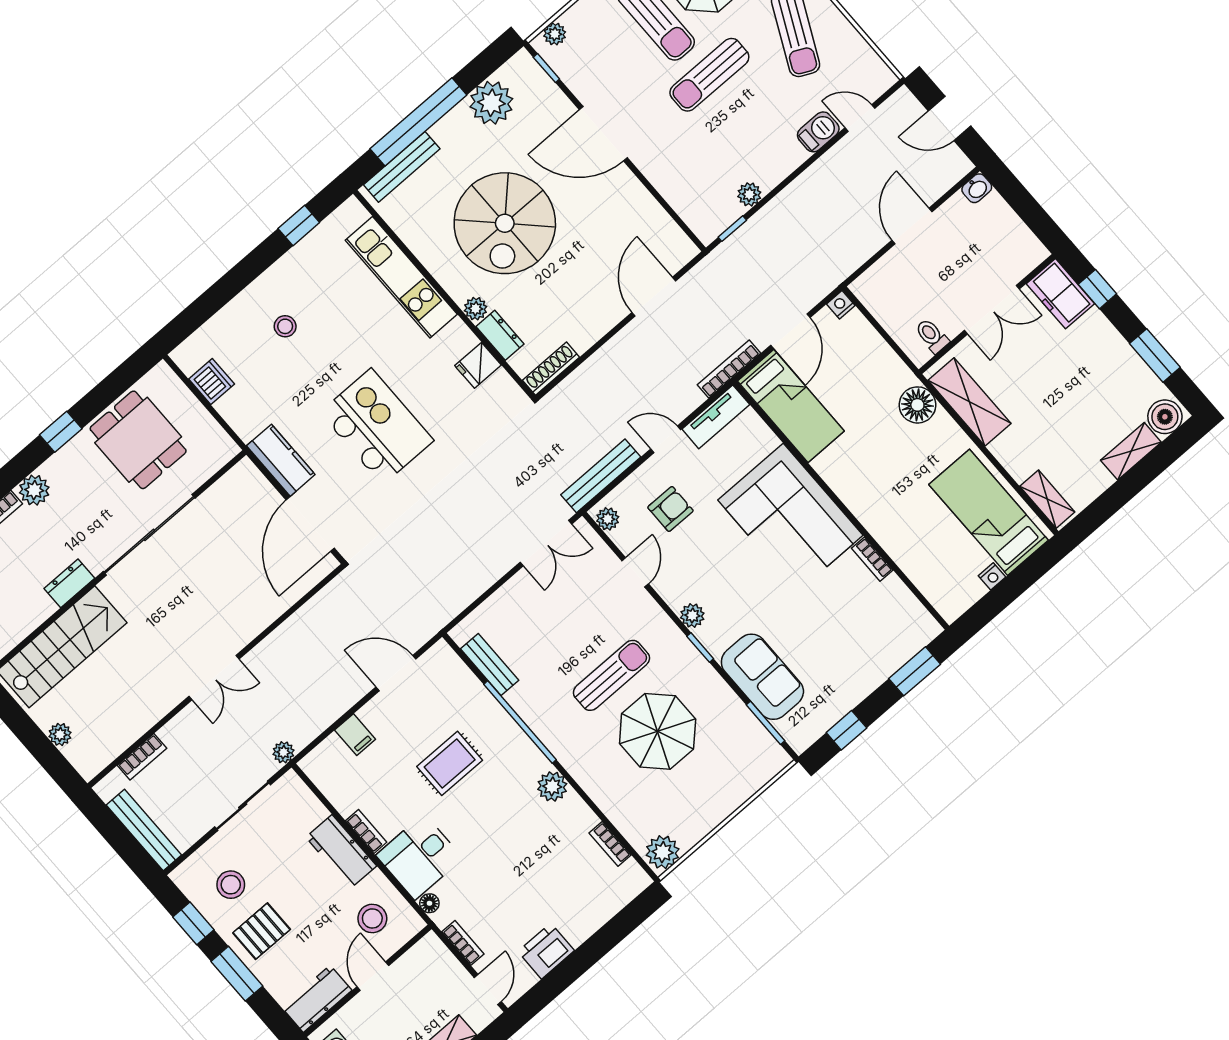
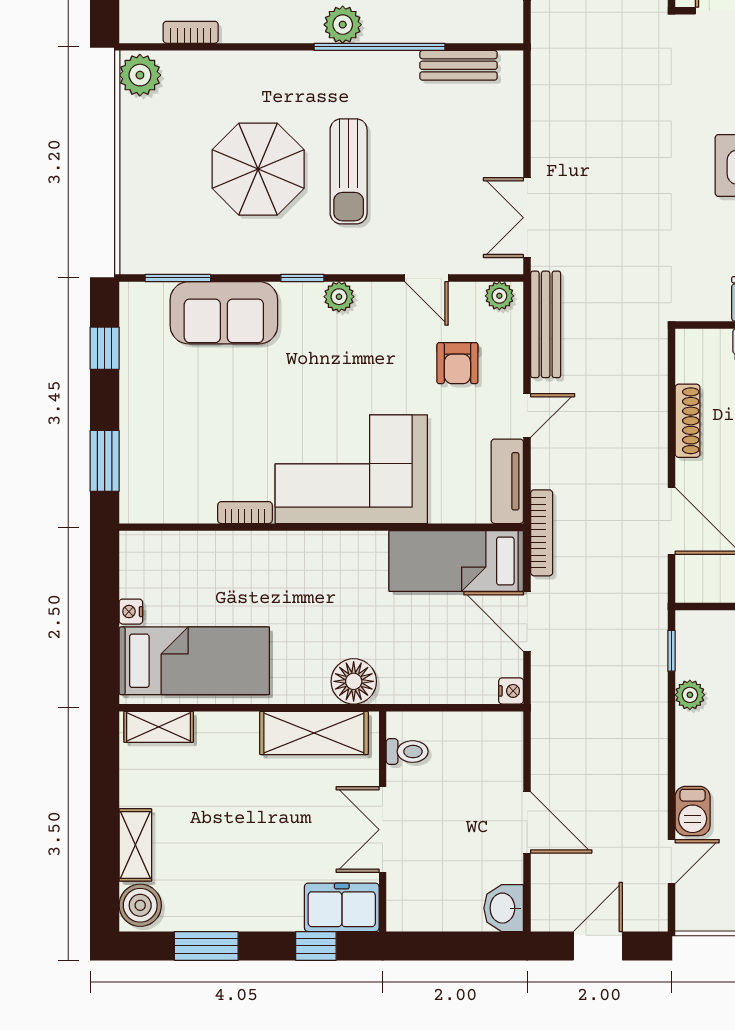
washbasin: (977, 188) -> (504, 908), width x1.38, depth x1.45
shoe rack: (551, 369) -> (688, 421), moved
plant: (552, 786) -> (343, 25), moved

